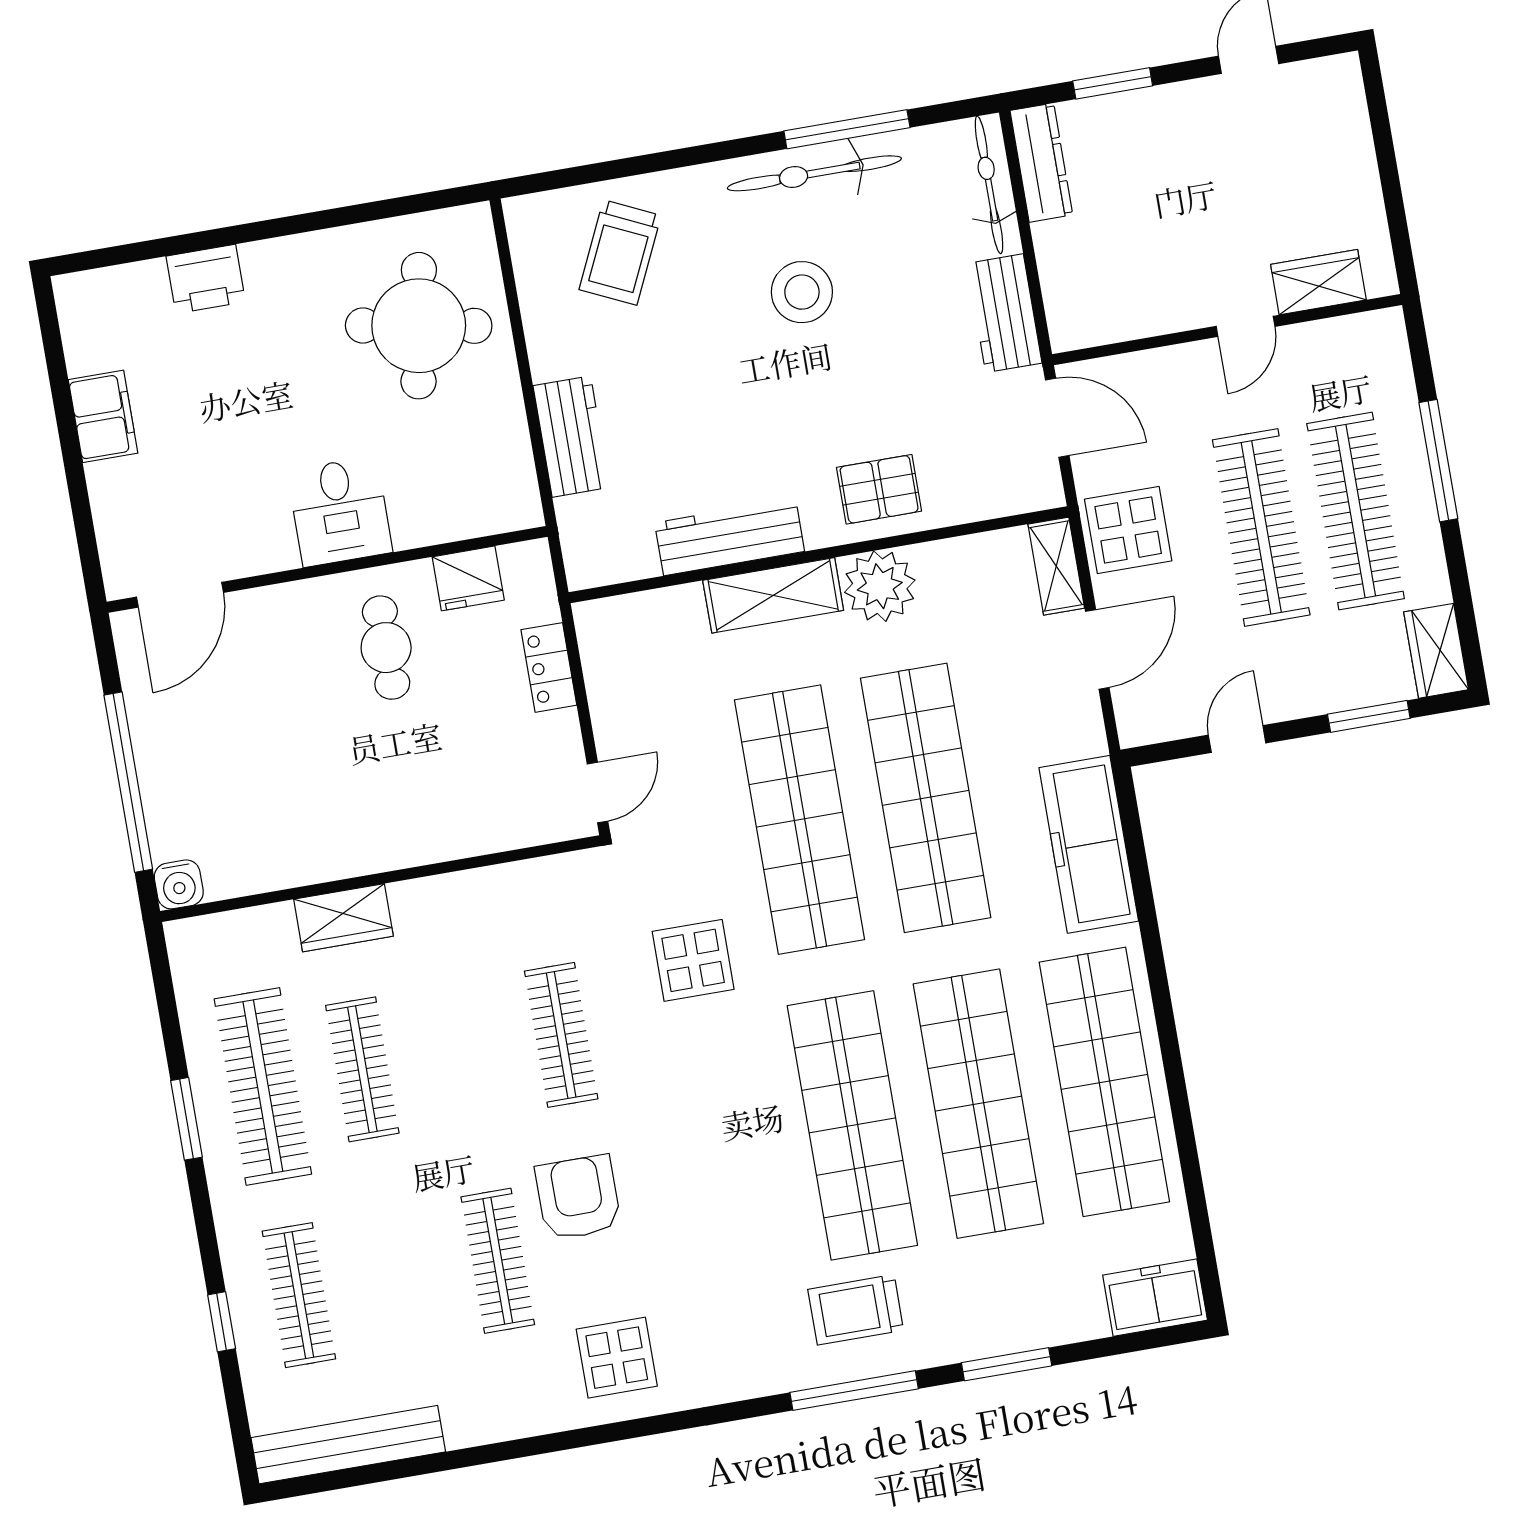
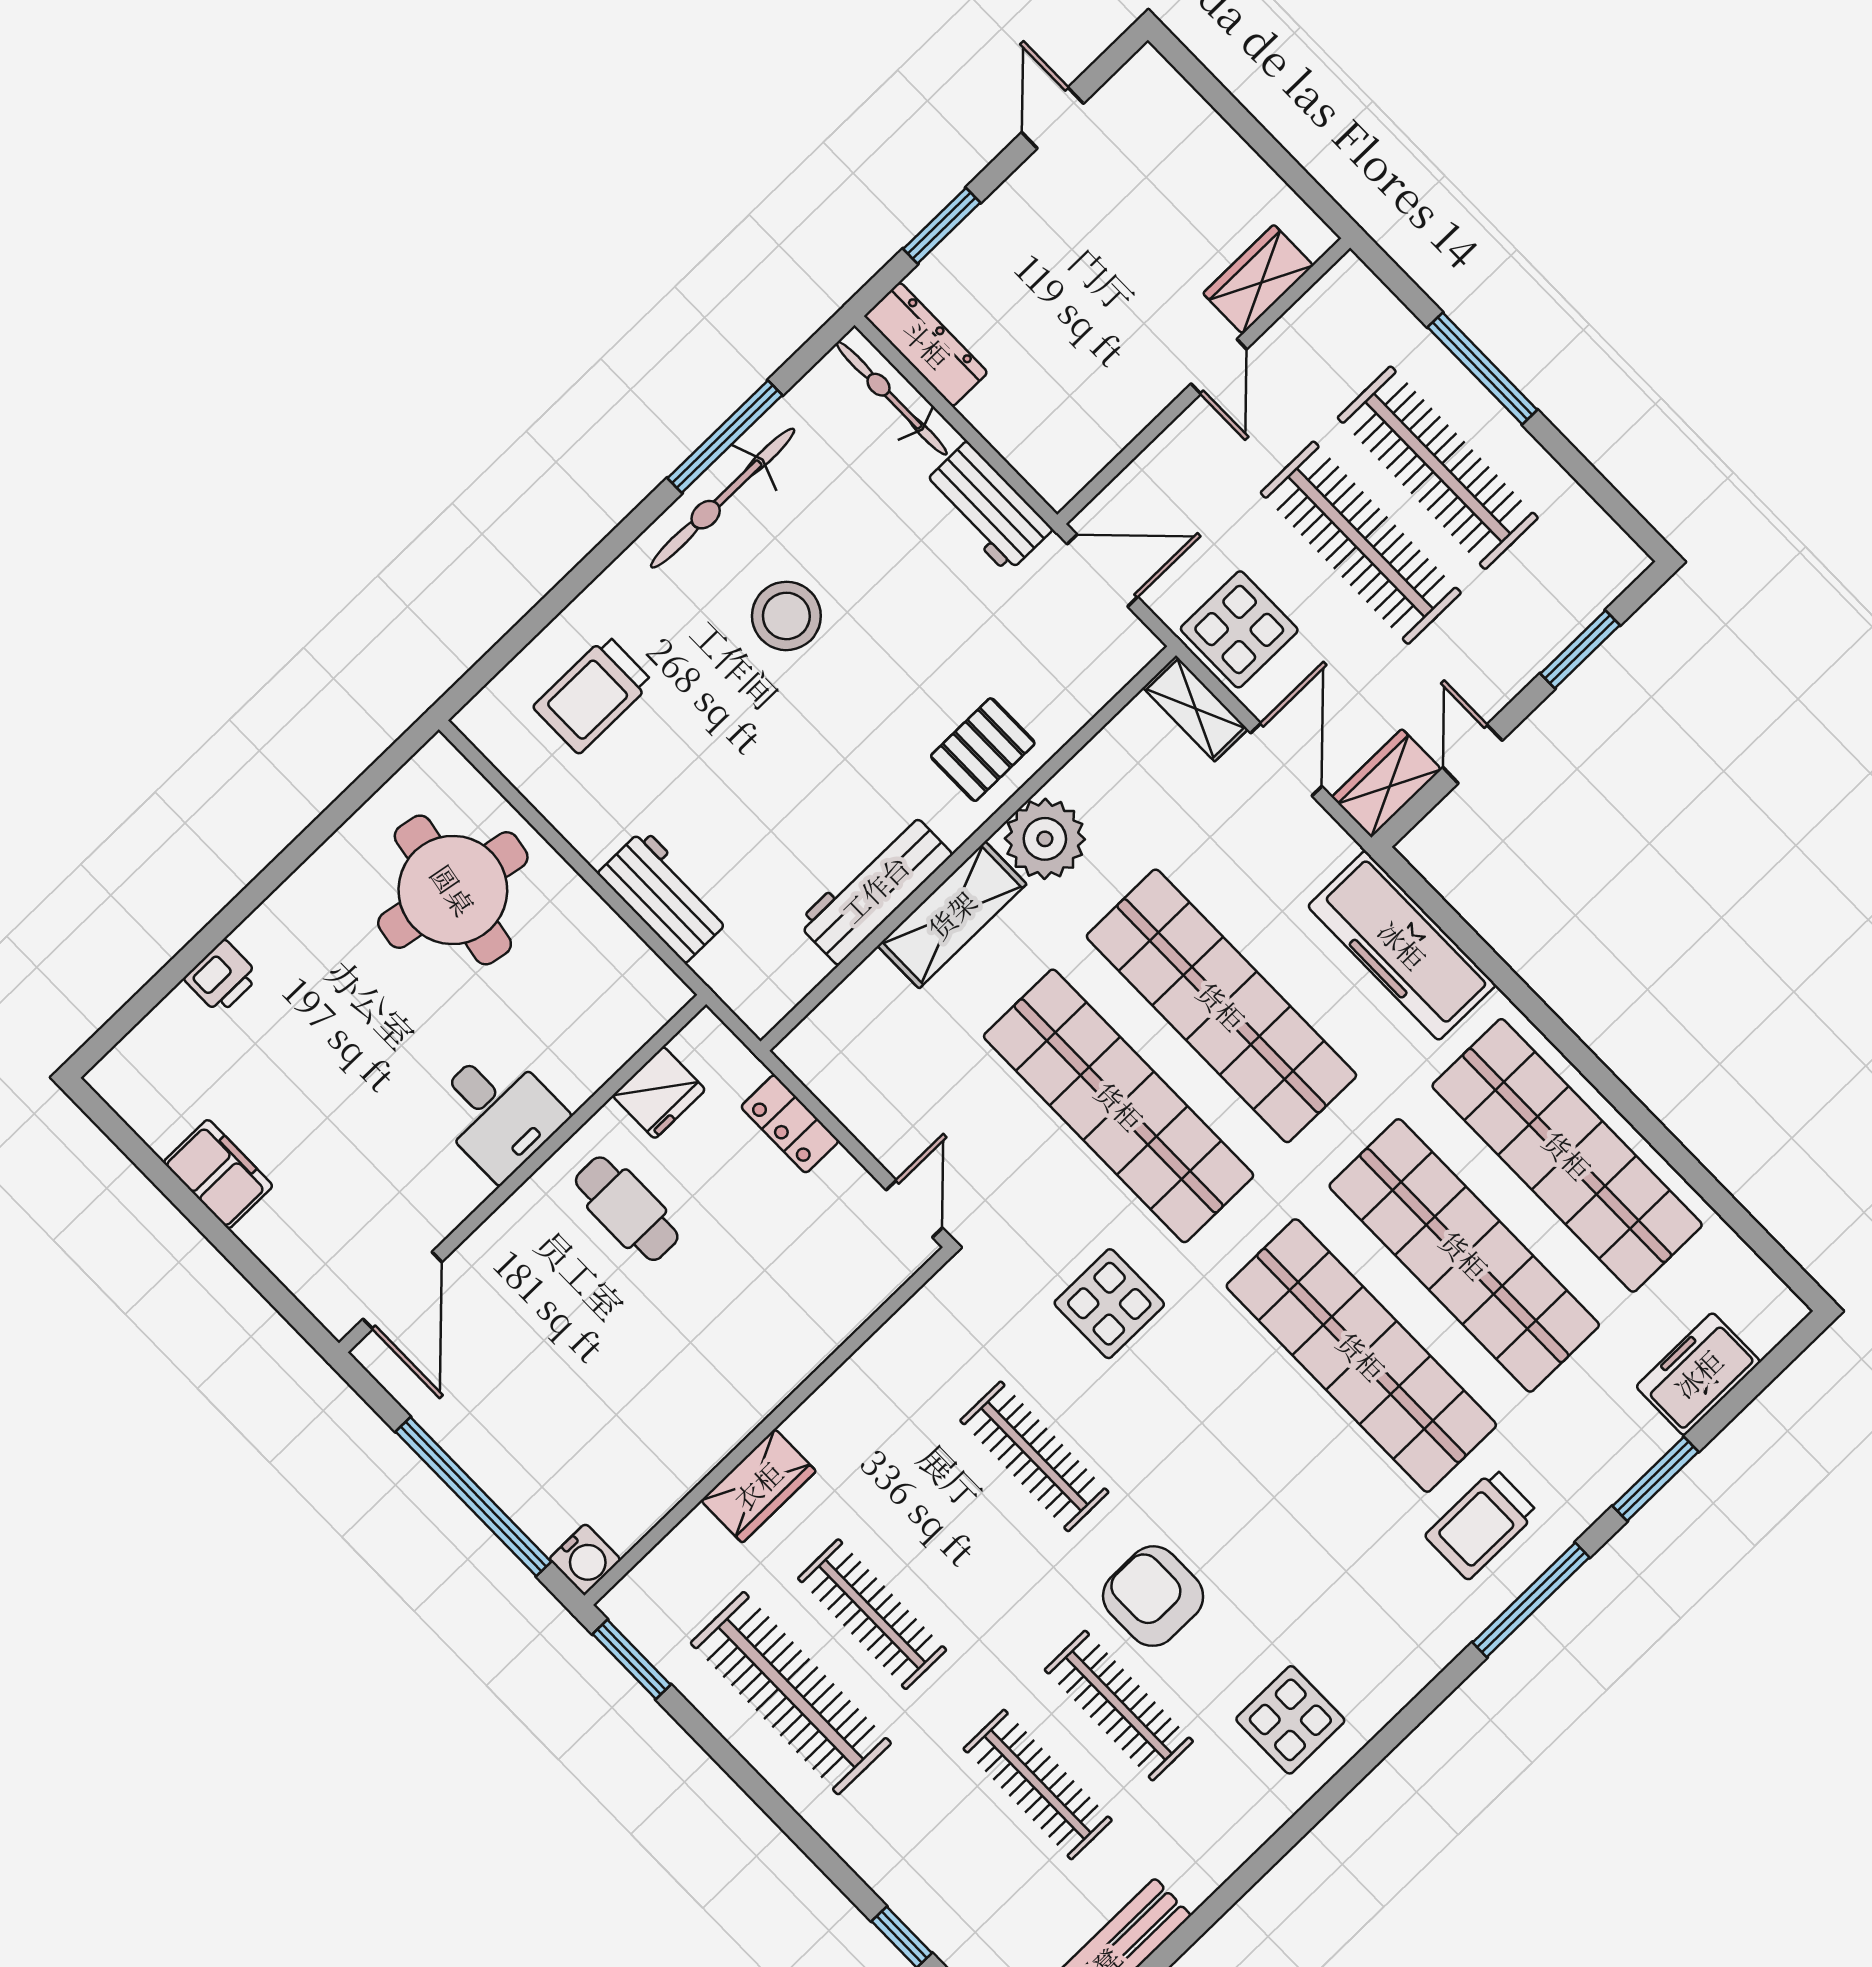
trolley: (620, 252) -> (593, 695), turned 65
printer: (206, 279) -> (222, 977), width x0.73, depth x0.81
wardrobe: (1436, 651) -> (1387, 783), moved, turned 90
window: (186, 1119) -> (632, 1659), moved
clothes rail: (299, 1295) -> (1038, 1785), moved
freezer: (1155, 1298) -> (1698, 1374), moved

